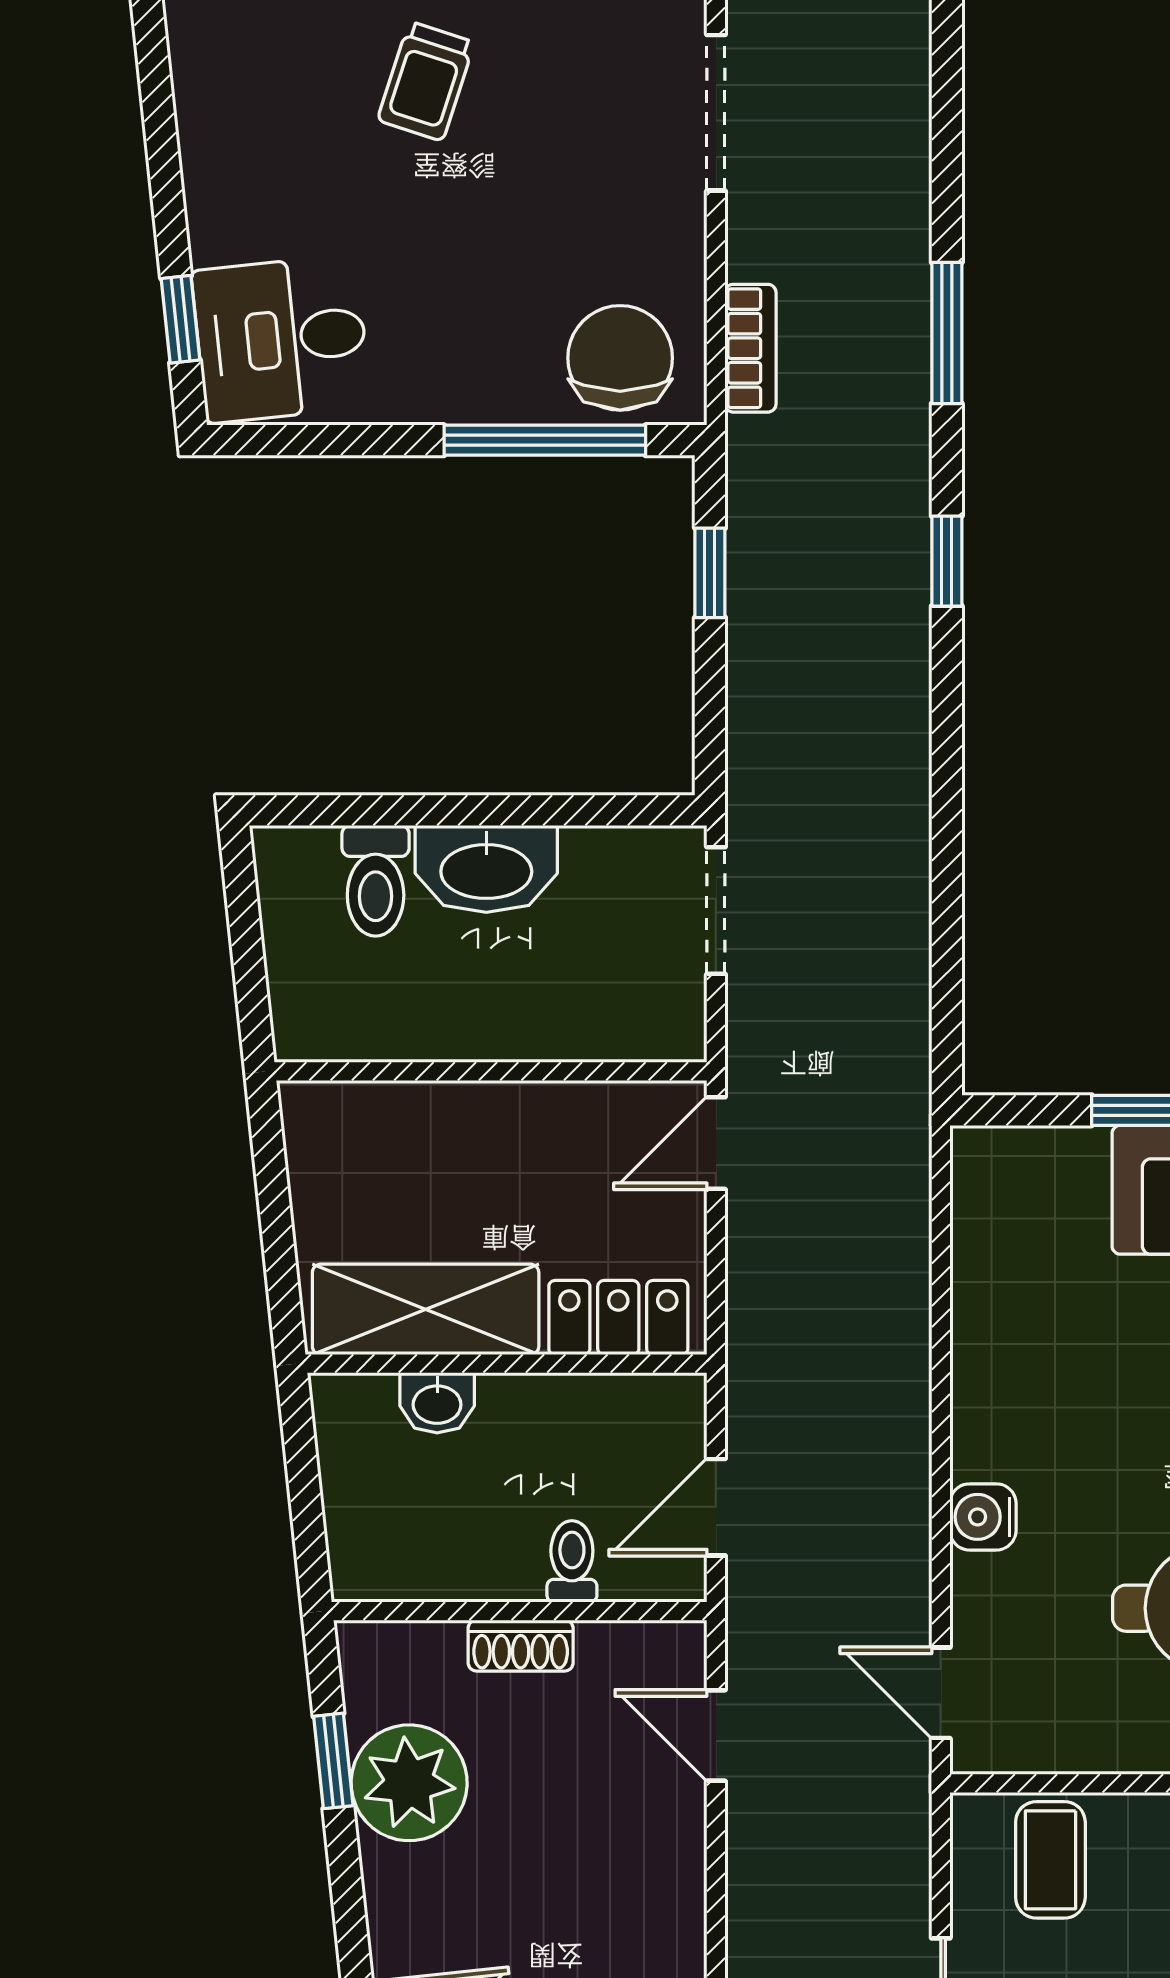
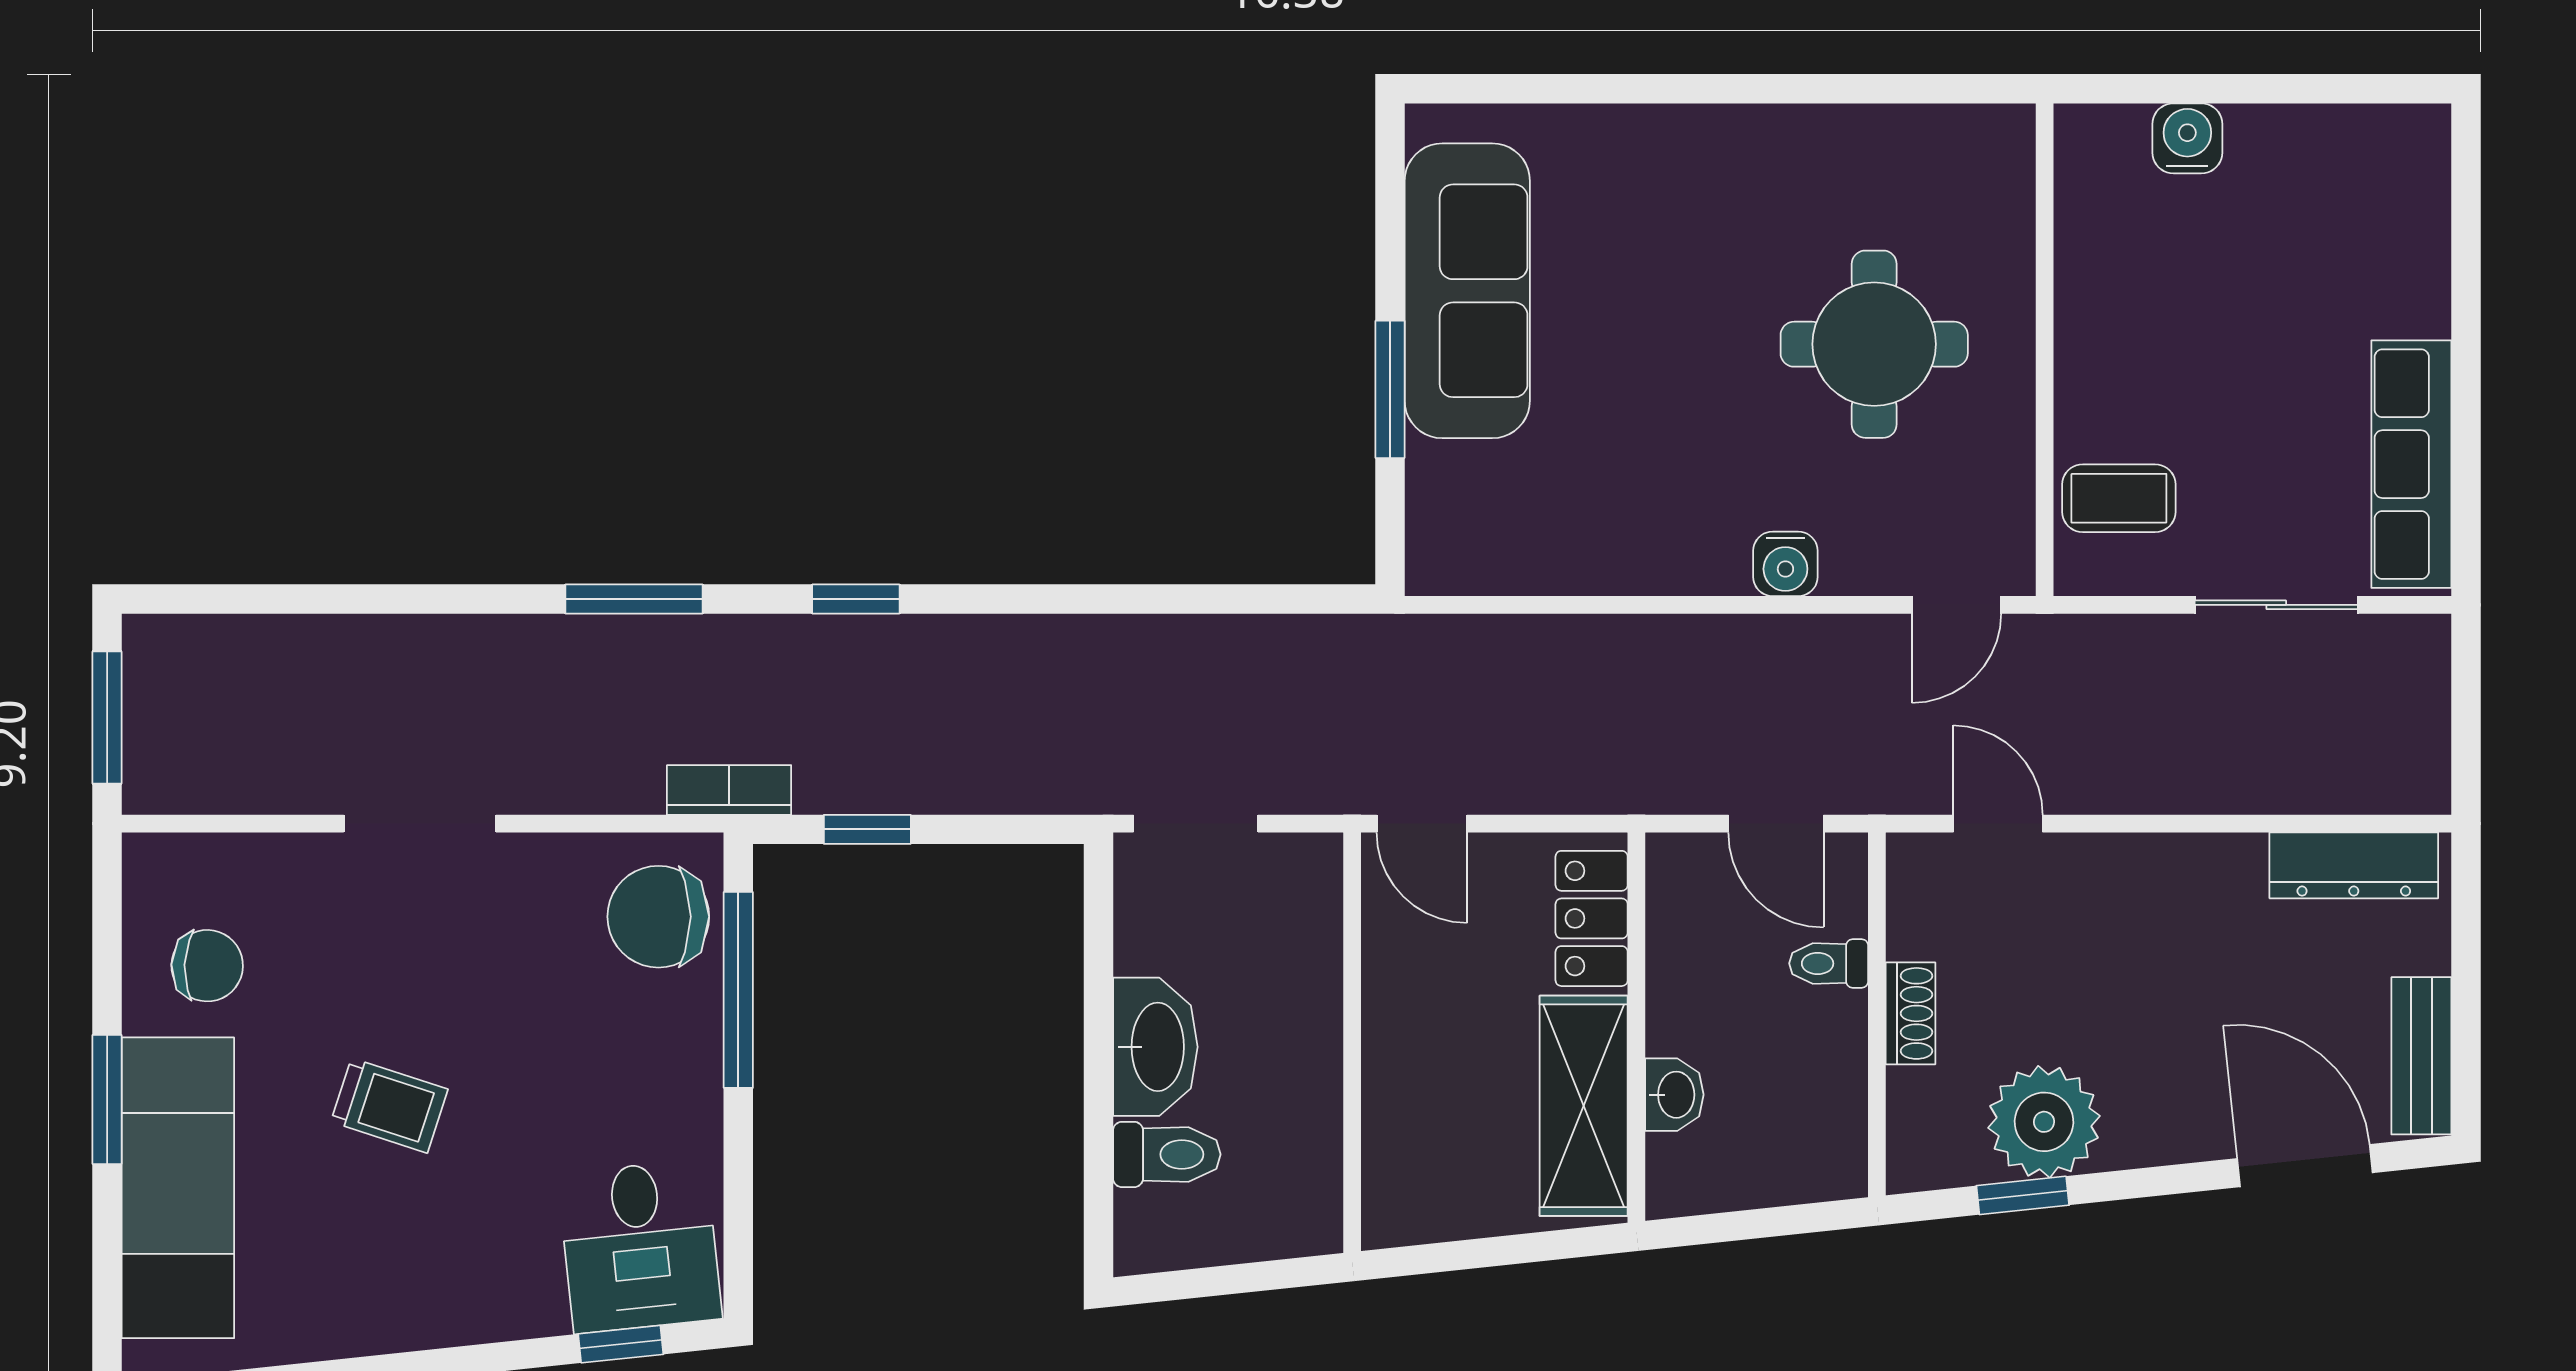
bookcase: (750, 348) -> (729, 790), moved
door: (716, 1735) -> (1998, 824), swing flipped

